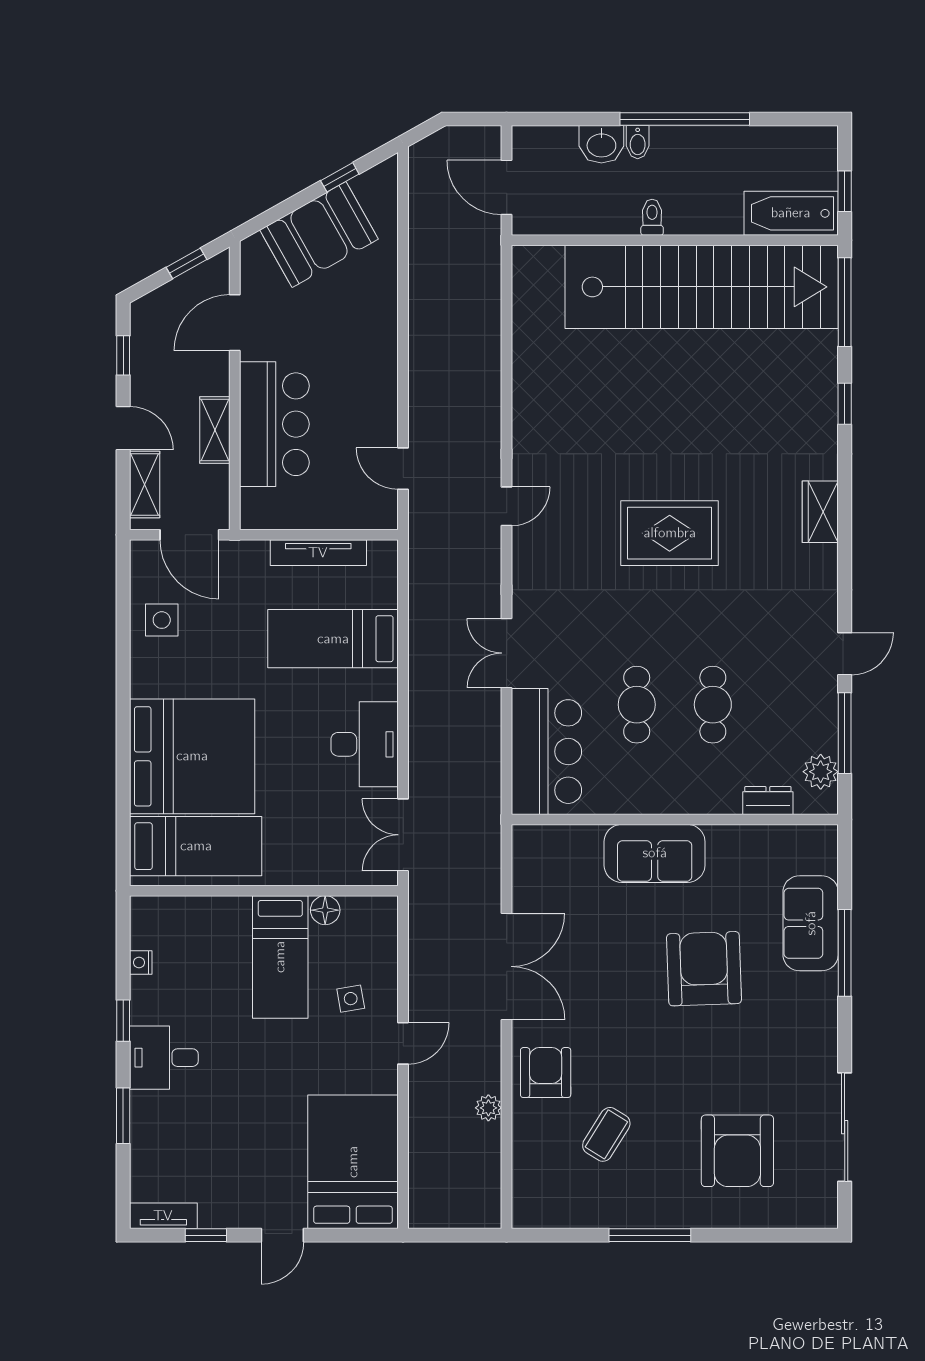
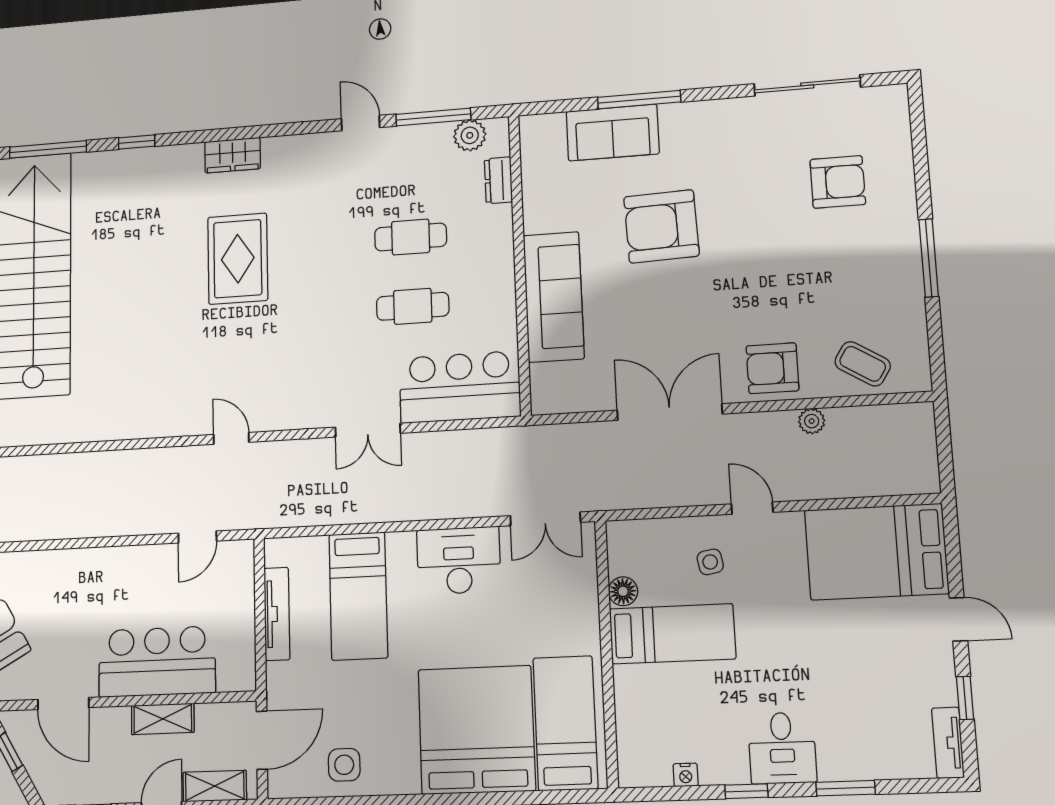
rug: (670, 533) -> (238, 259), moved
sofa: (655, 853) -> (554, 297), width x1.36
coffee table: (606, 1134) -> (863, 364), moved
armchair: (737, 1151) -> (838, 182), width x0.73, depth x0.73

